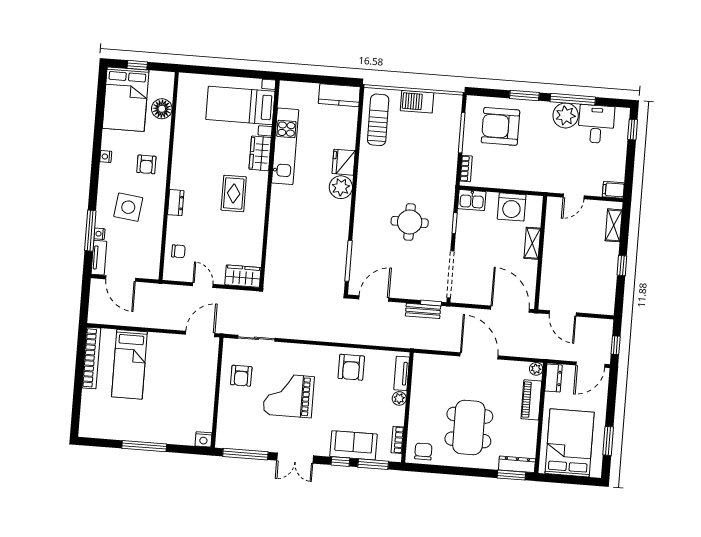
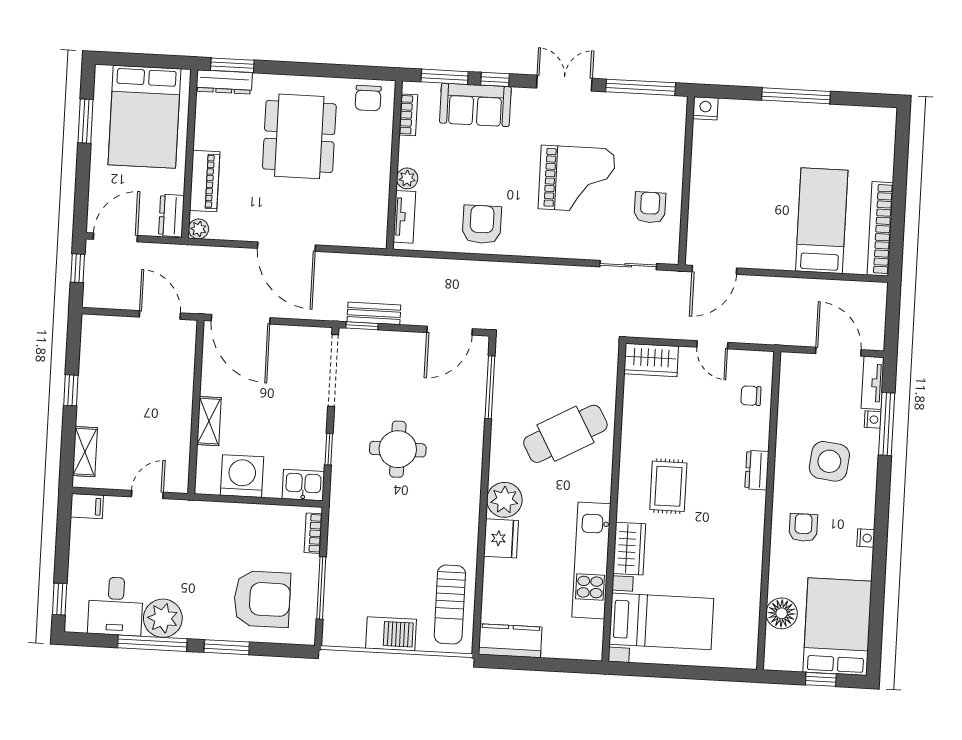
cafe table: (300, 229) -> (565, 434), added

